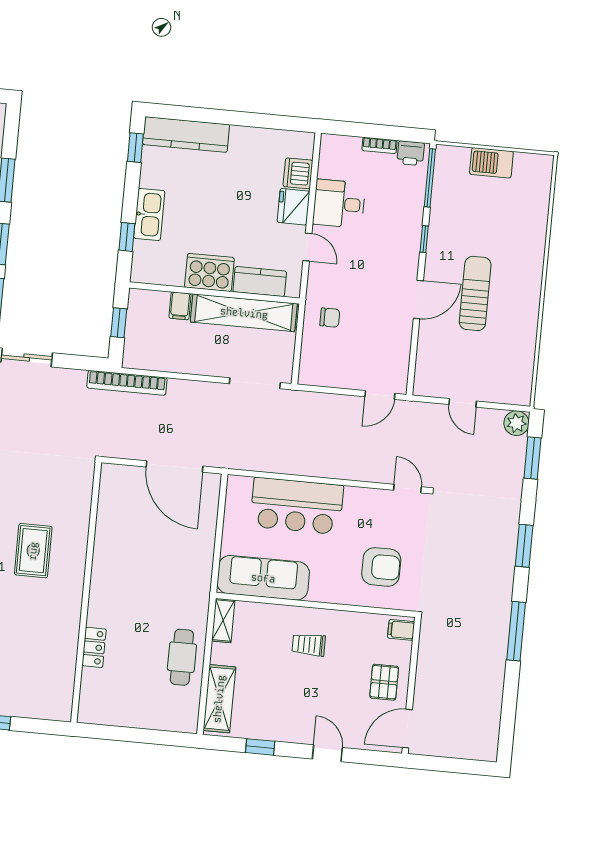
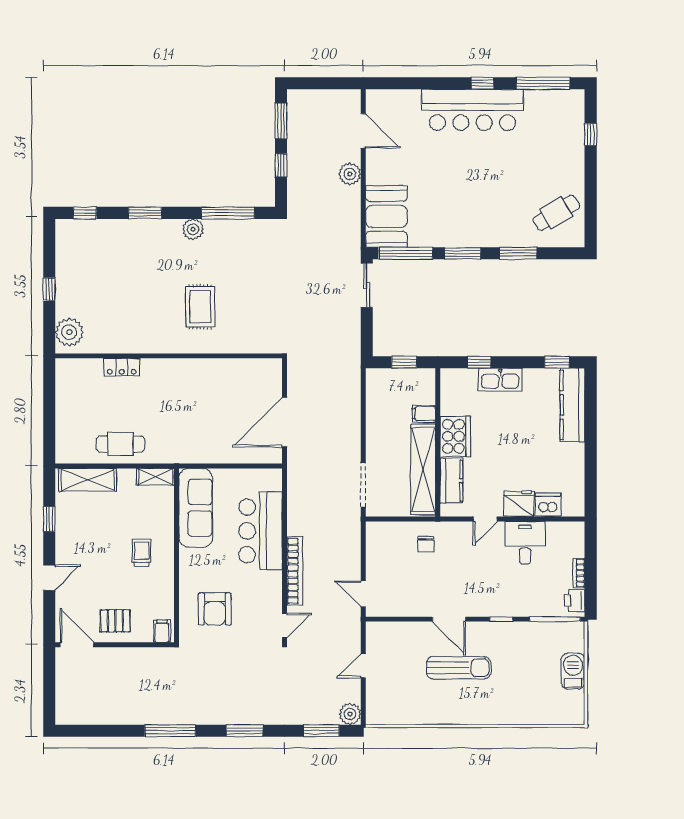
bookcase: (127, 383) -> (295, 571), moved, turned 180
rug: (33, 551) -> (200, 307), turned 90
plant: (48, 704) -> (69, 332), added

